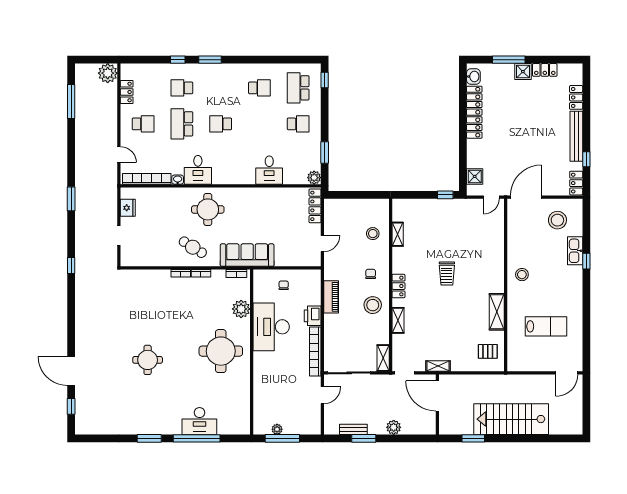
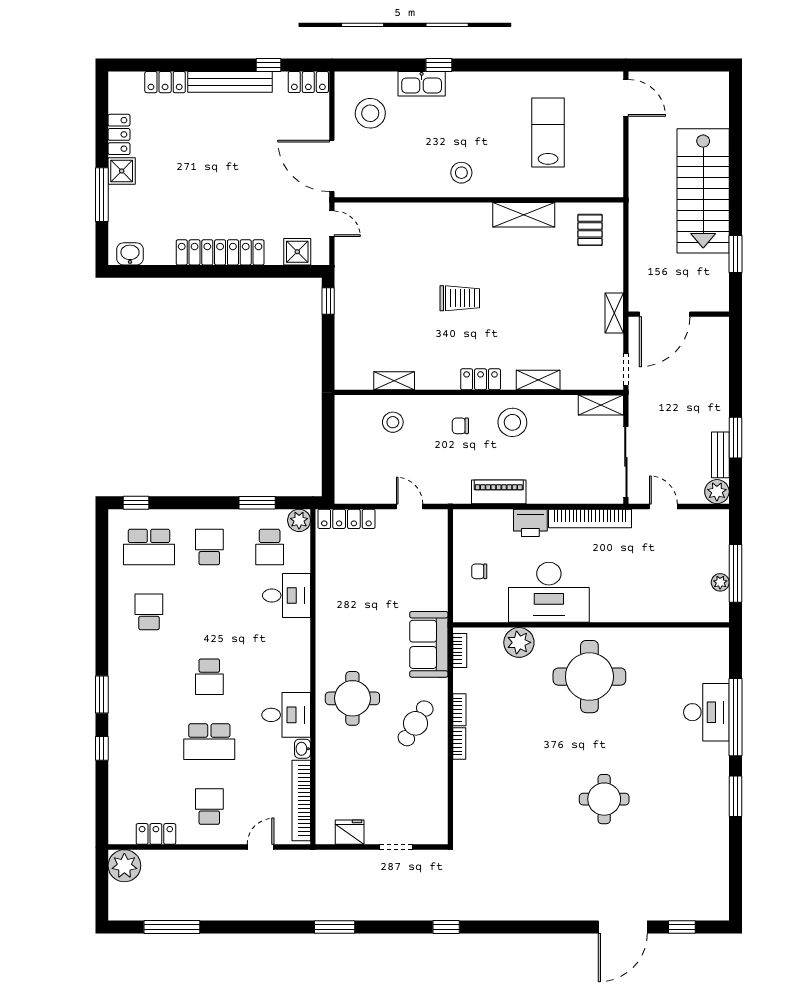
school desk: (182, 88) -> (270, 547), moved
locker: (474, 112) -> (220, 252), moved
sofa: (247, 255) -> (429, 644), width x0.73
plant: (394, 427) -> (717, 492), moved

